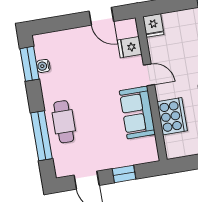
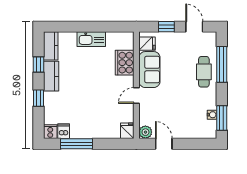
plant: (129, 28) -> (145, 132), added
fridge: (130, 47) -> (147, 44), moved
door: (149, 75) -> (136, 95), hinge flipped

